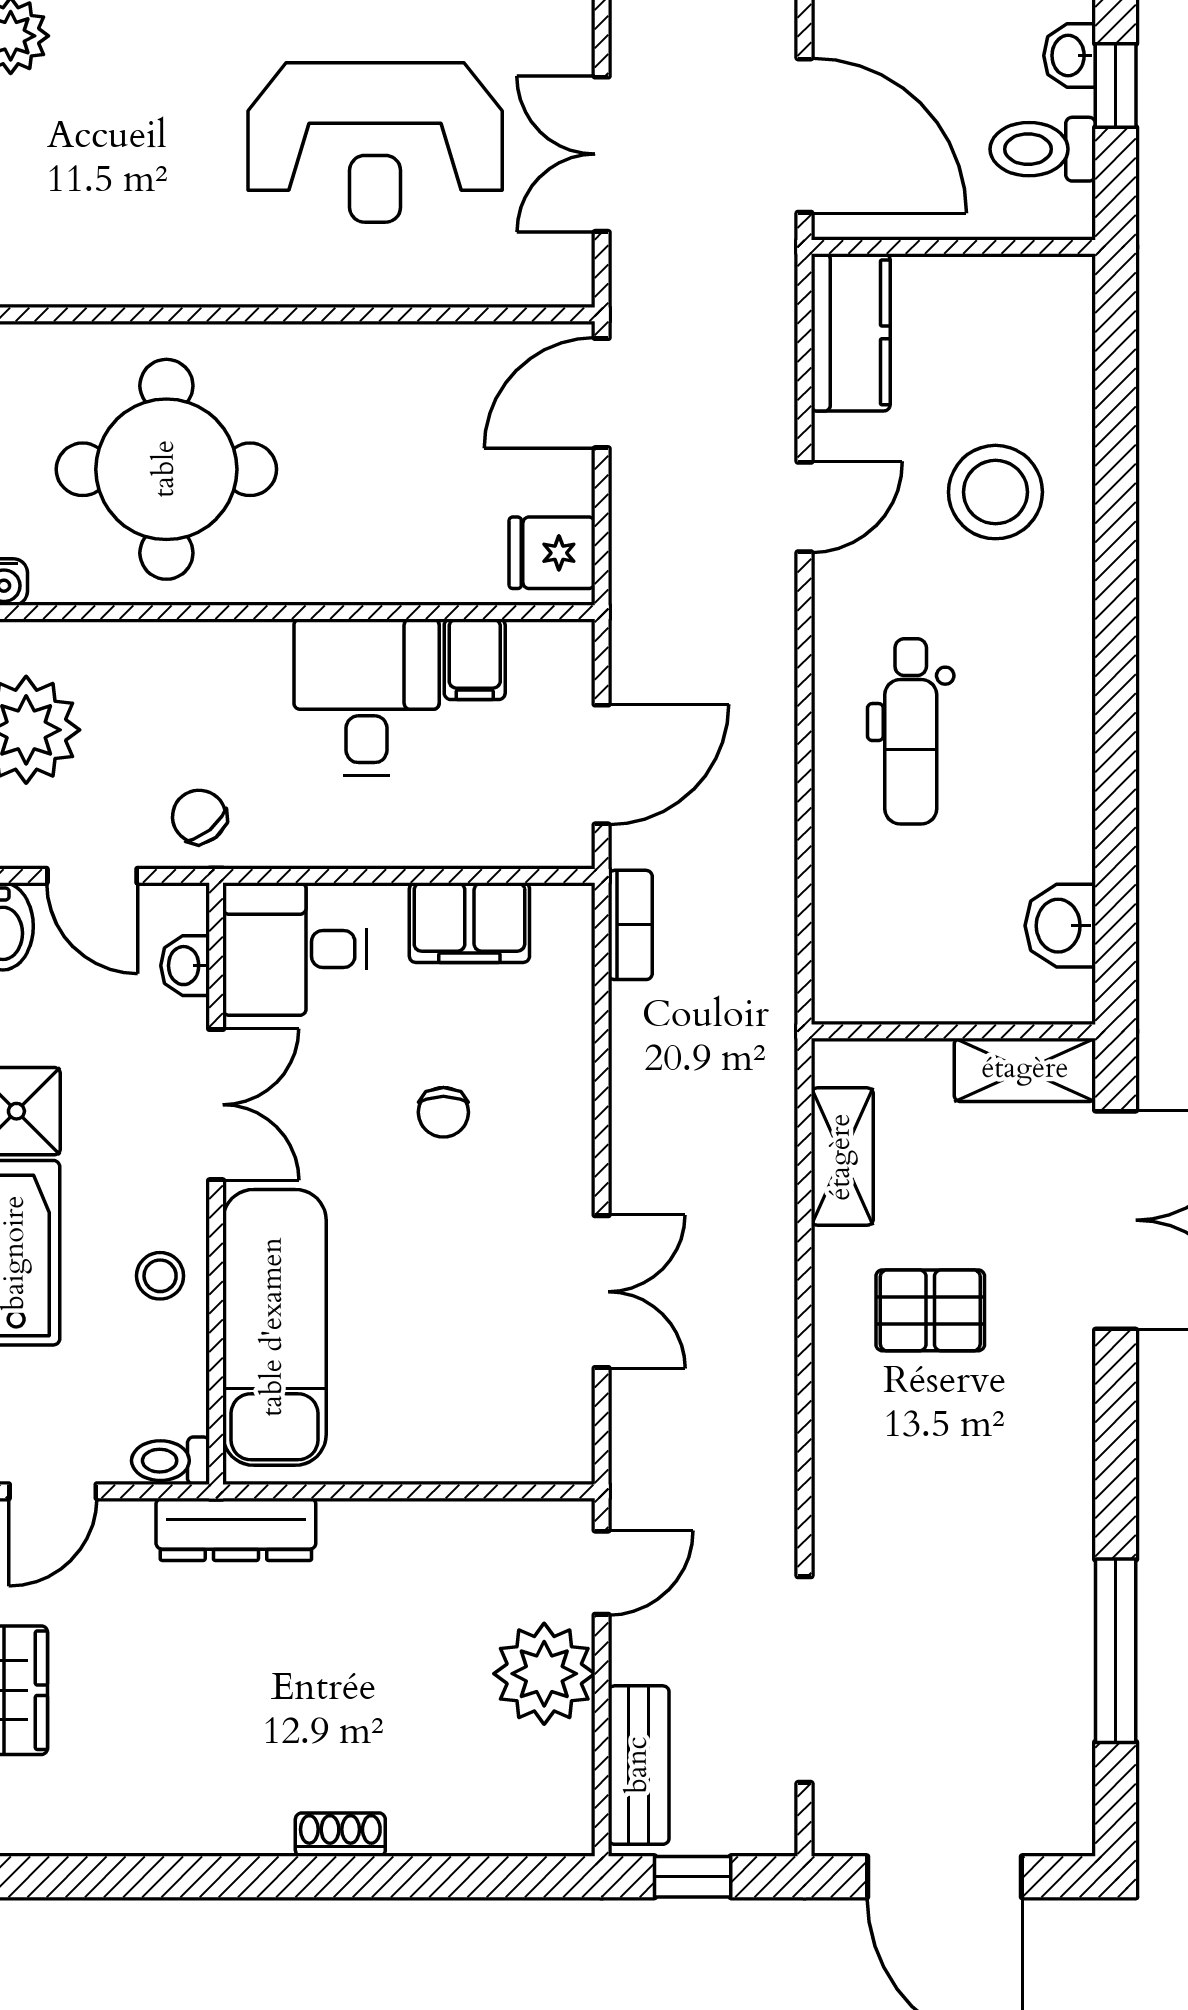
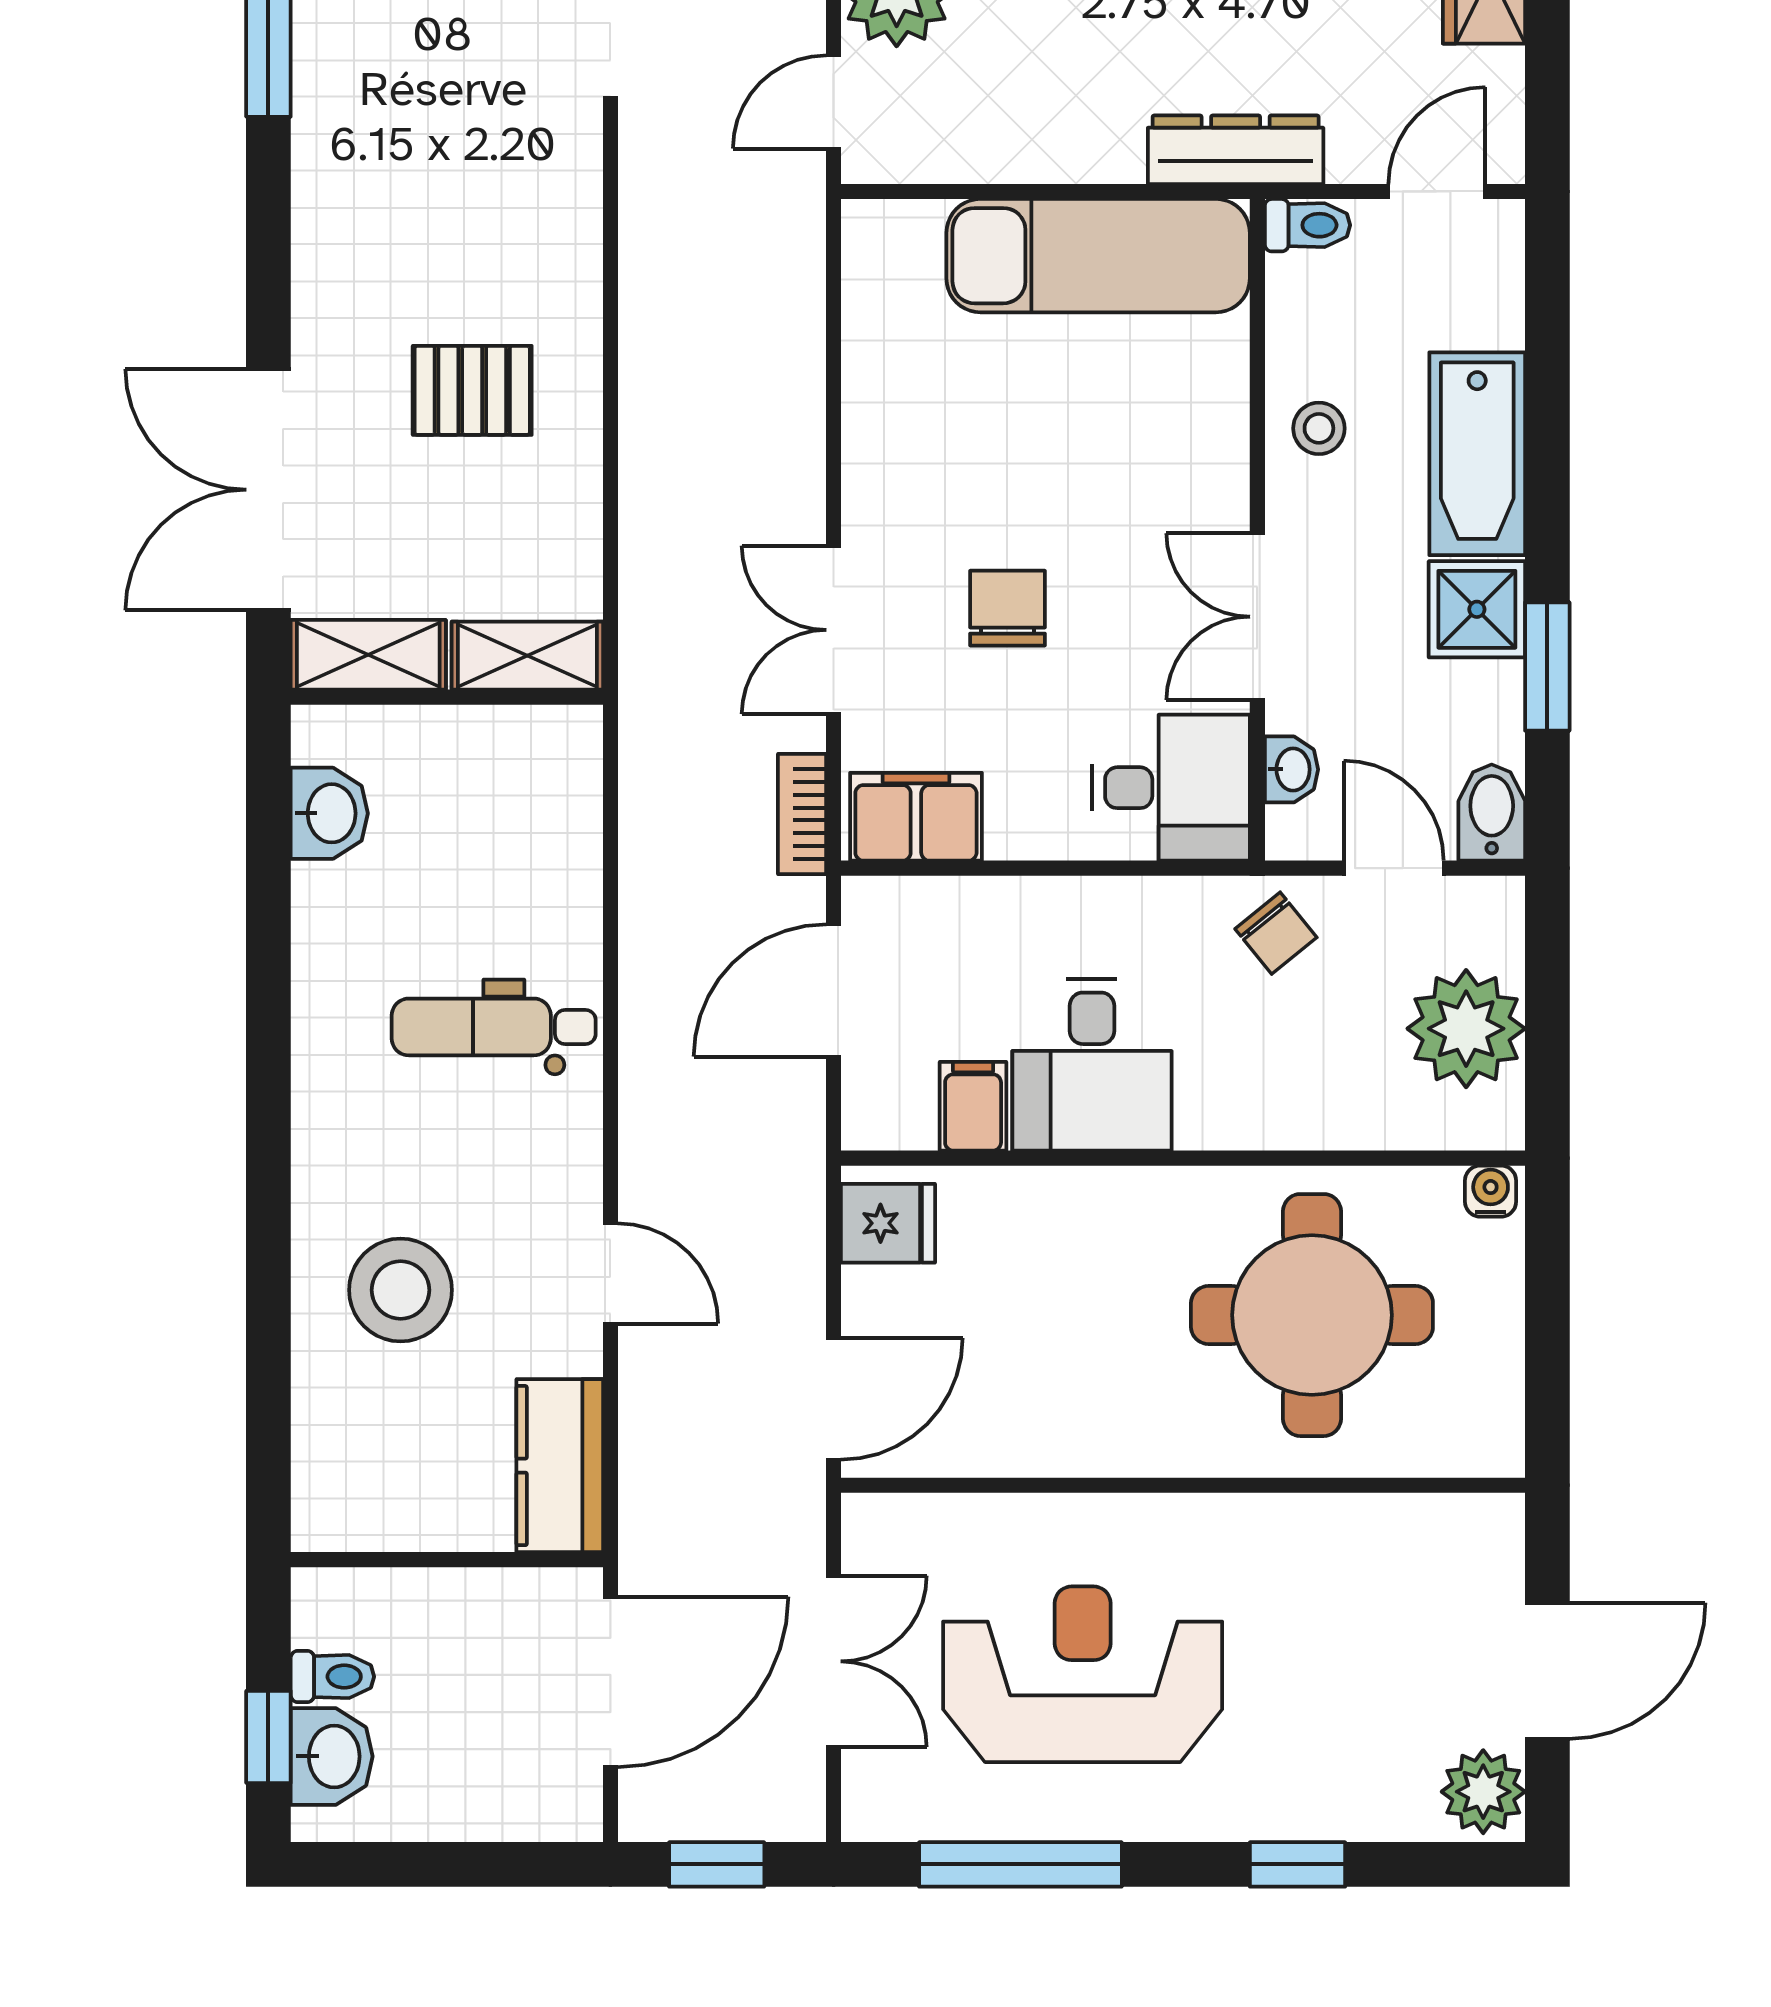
washbasin: (1070, 56) -> (332, 1756), width x1.38, depth x1.45
door: (805, 136) -> (610, 1682), swing flipped
toilet: (1043, 149) -> (332, 1677), width x0.73, depth x0.72
door: (805, 507) -> (610, 1274), swing flipped
dental chair: (911, 731) -> (494, 1027), turned -90
filing cabinet: (469, 923) -> (916, 817), moved
chair: (443, 1112) -> (1007, 608), width x1.37, depth x1.37
shelving: (842, 1157) -> (527, 656), moved, turned 90
double door: (602, 1292) -> (834, 630), moved
exam couch: (274, 1327) -> (1098, 256), moved, turned -90

